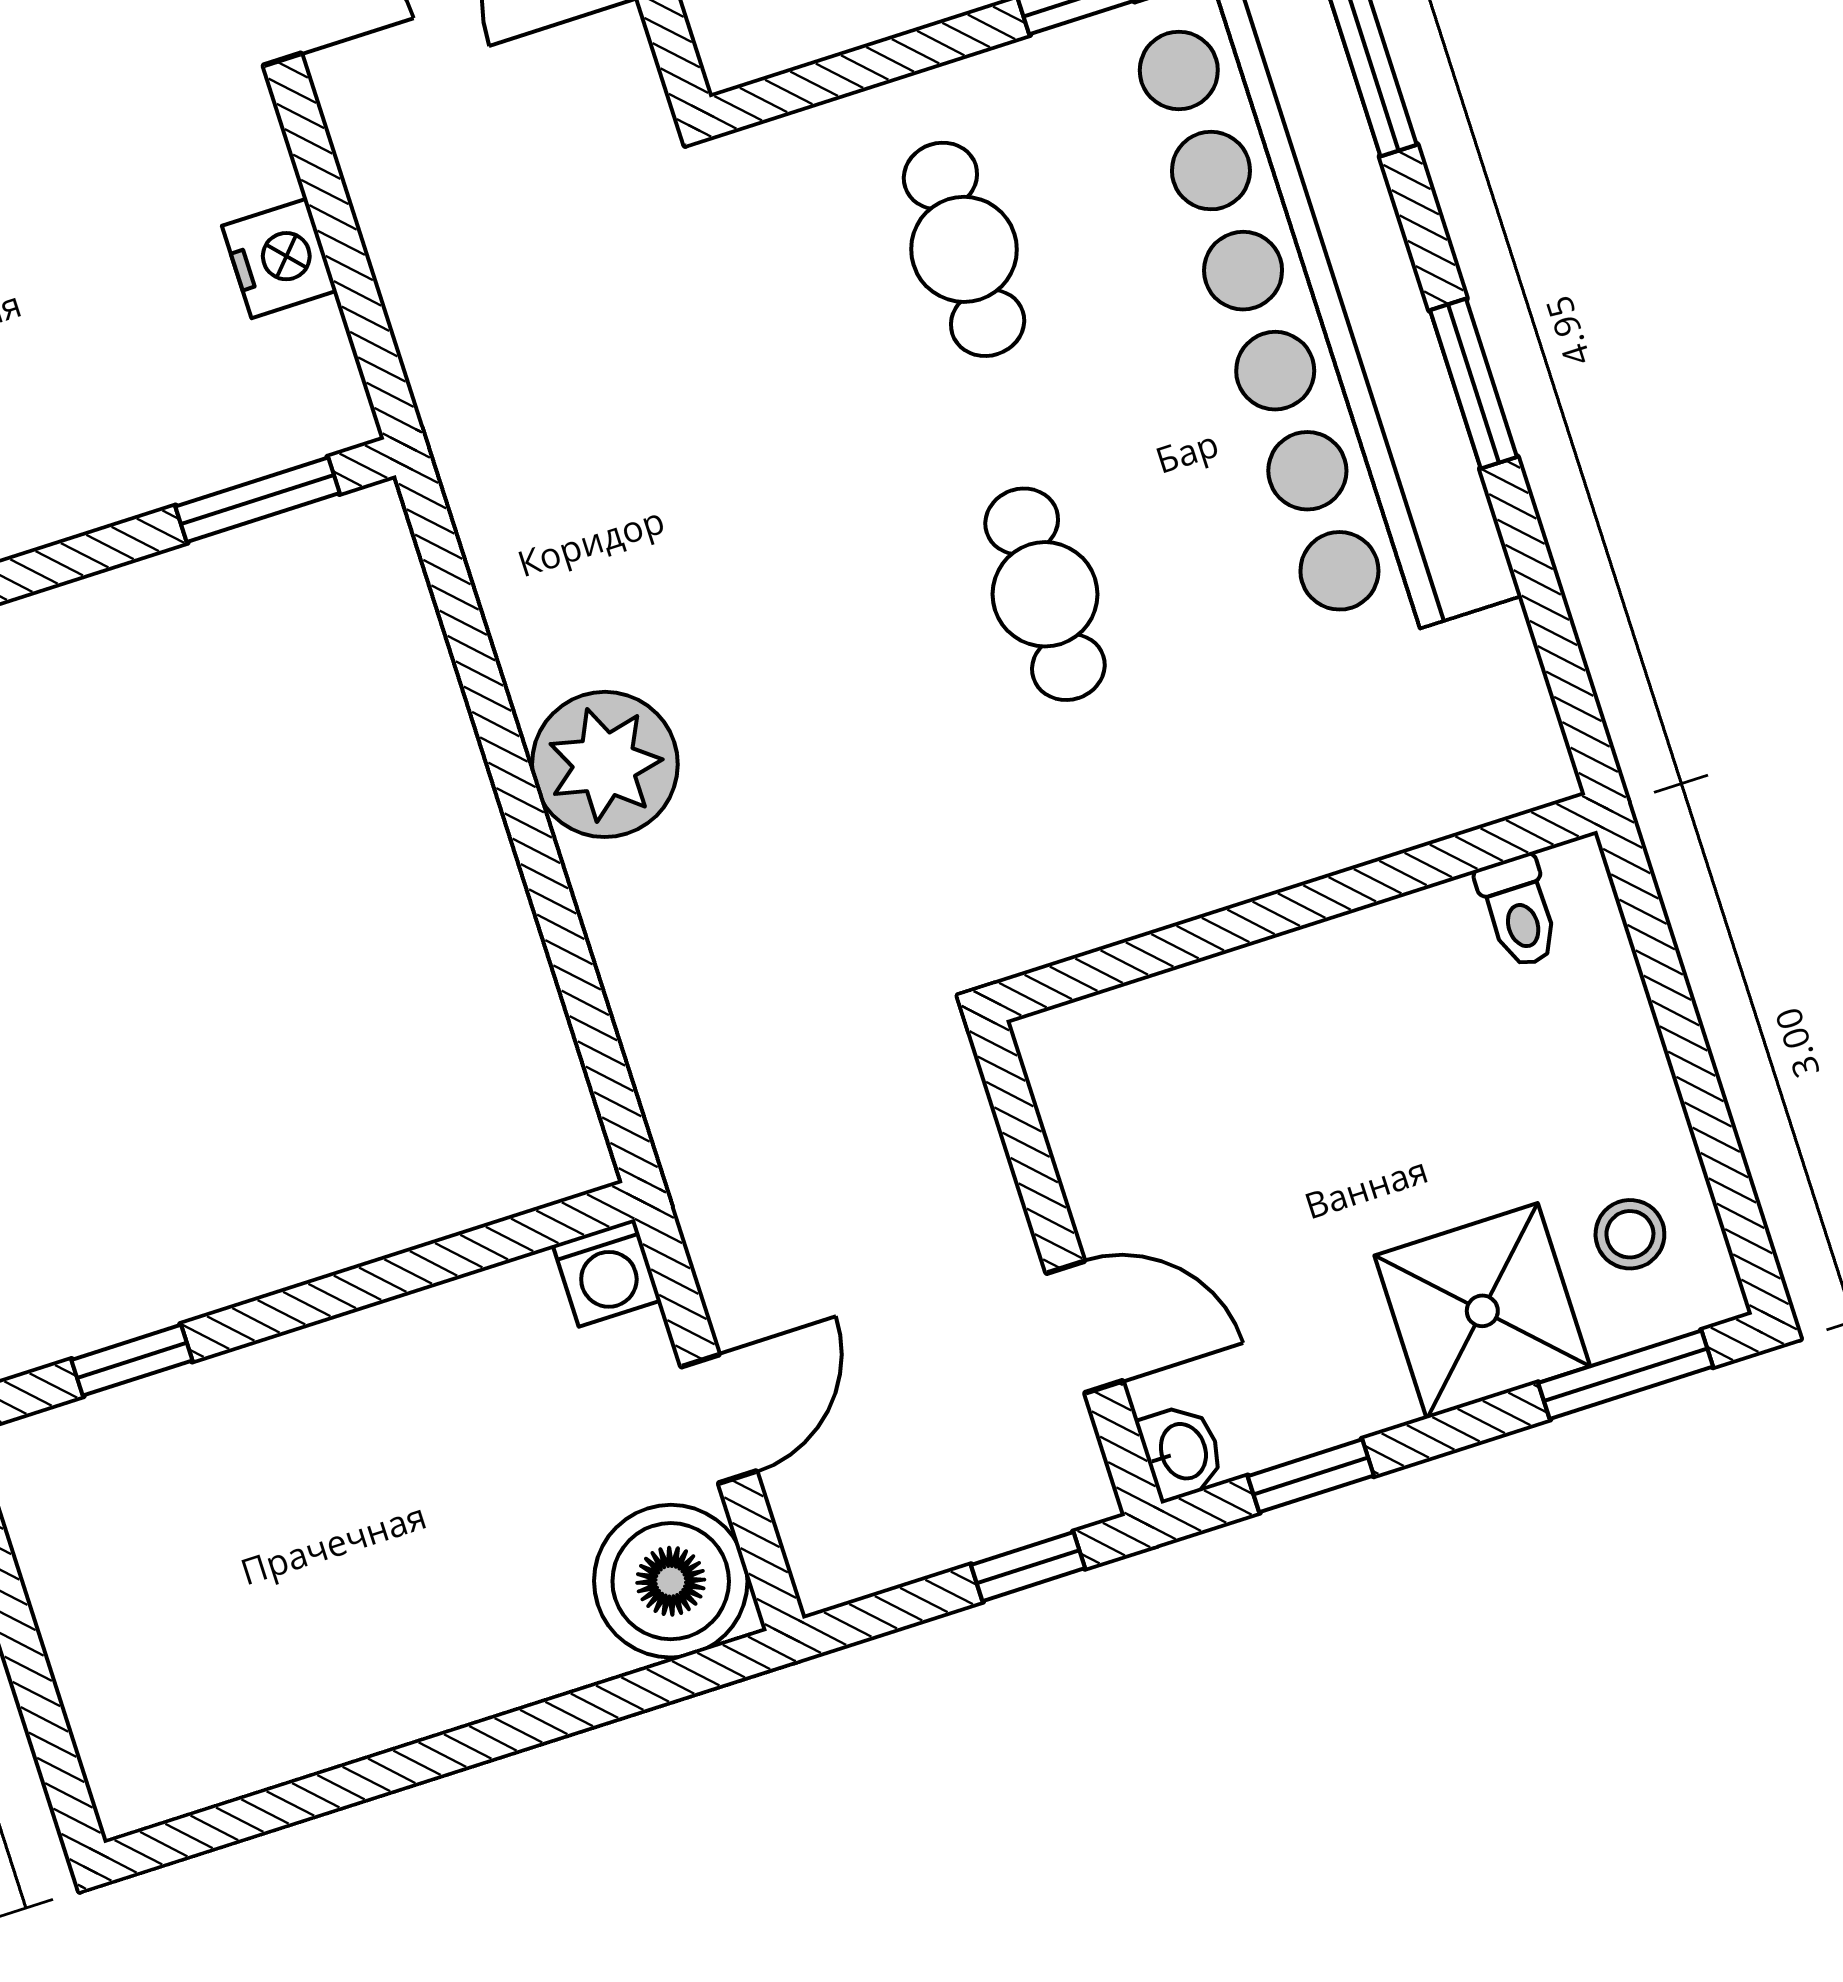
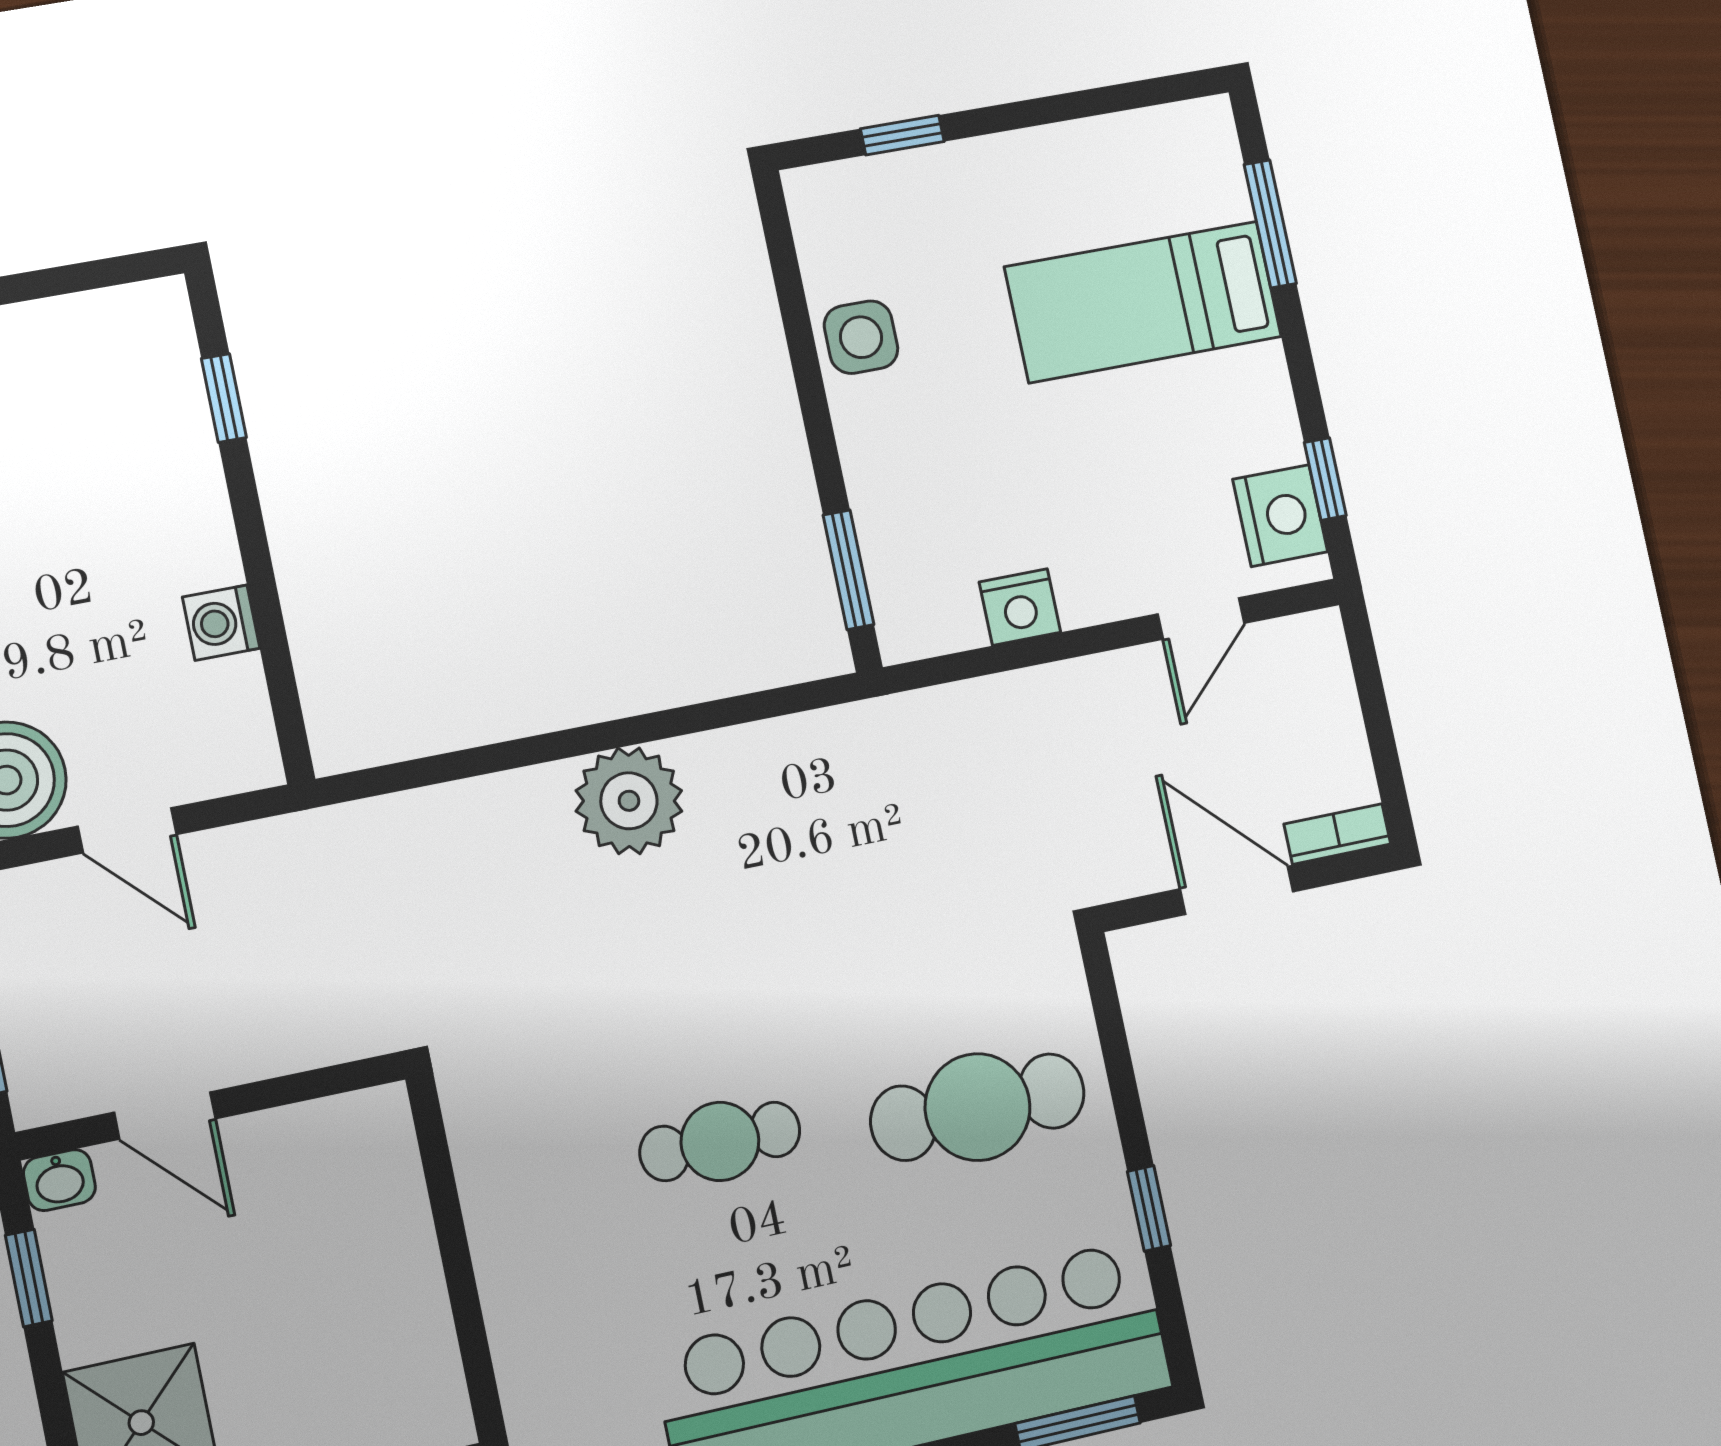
cafe table: (964, 249) -> (978, 1107), width x1.37, depth x1.35
washing machine: (607, 1273) -> (221, 623), moved
door: (1085, 1327) -> (165, 1116), hinge flipped

